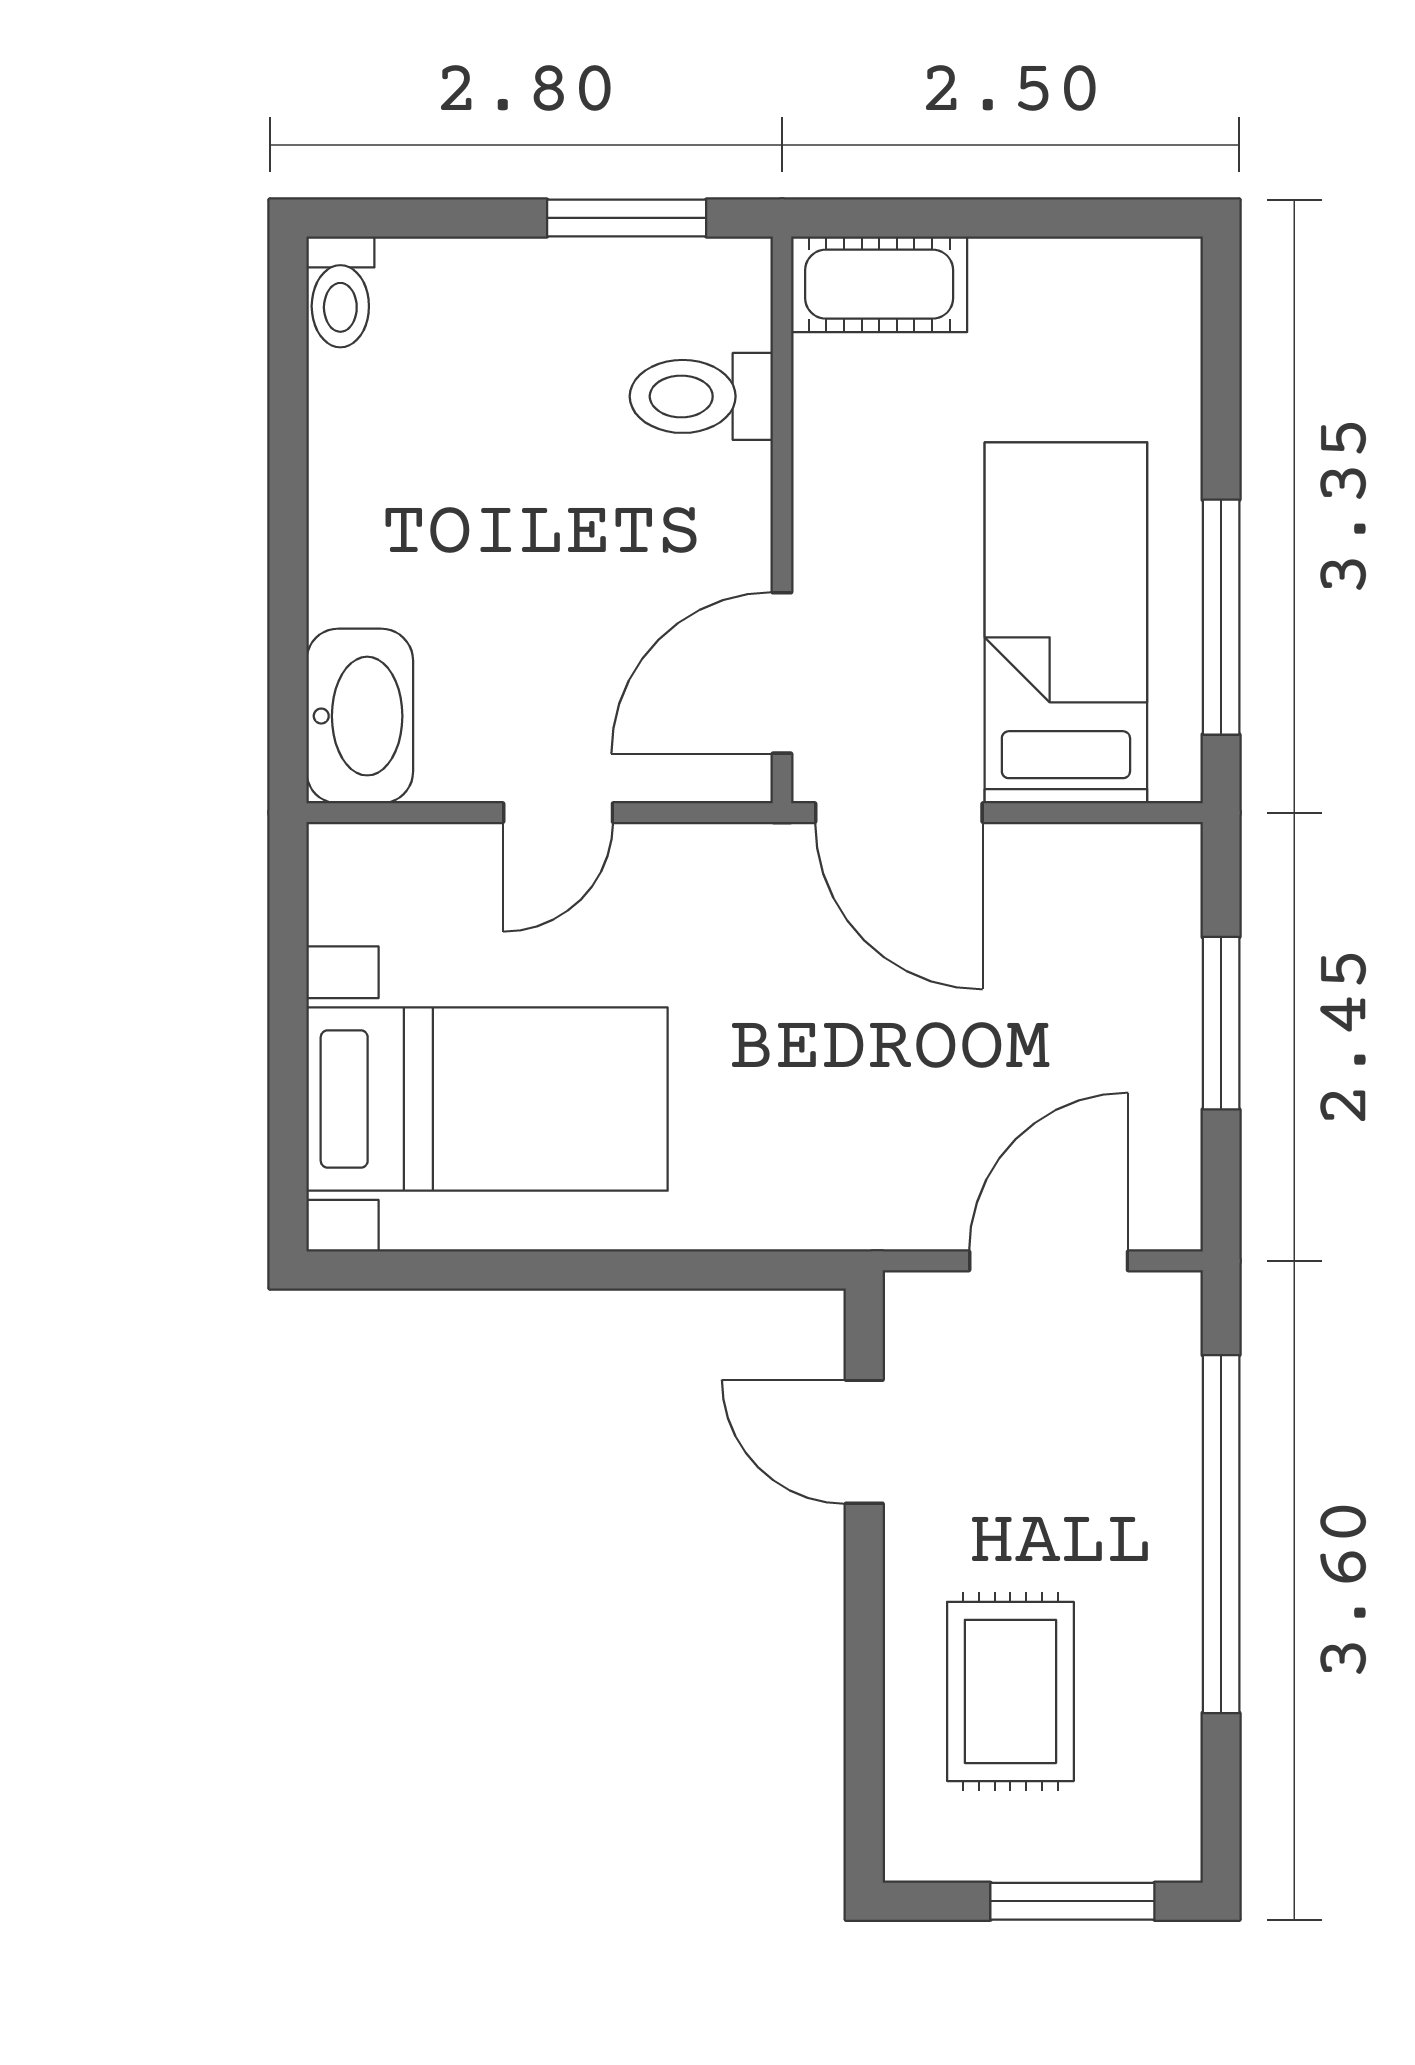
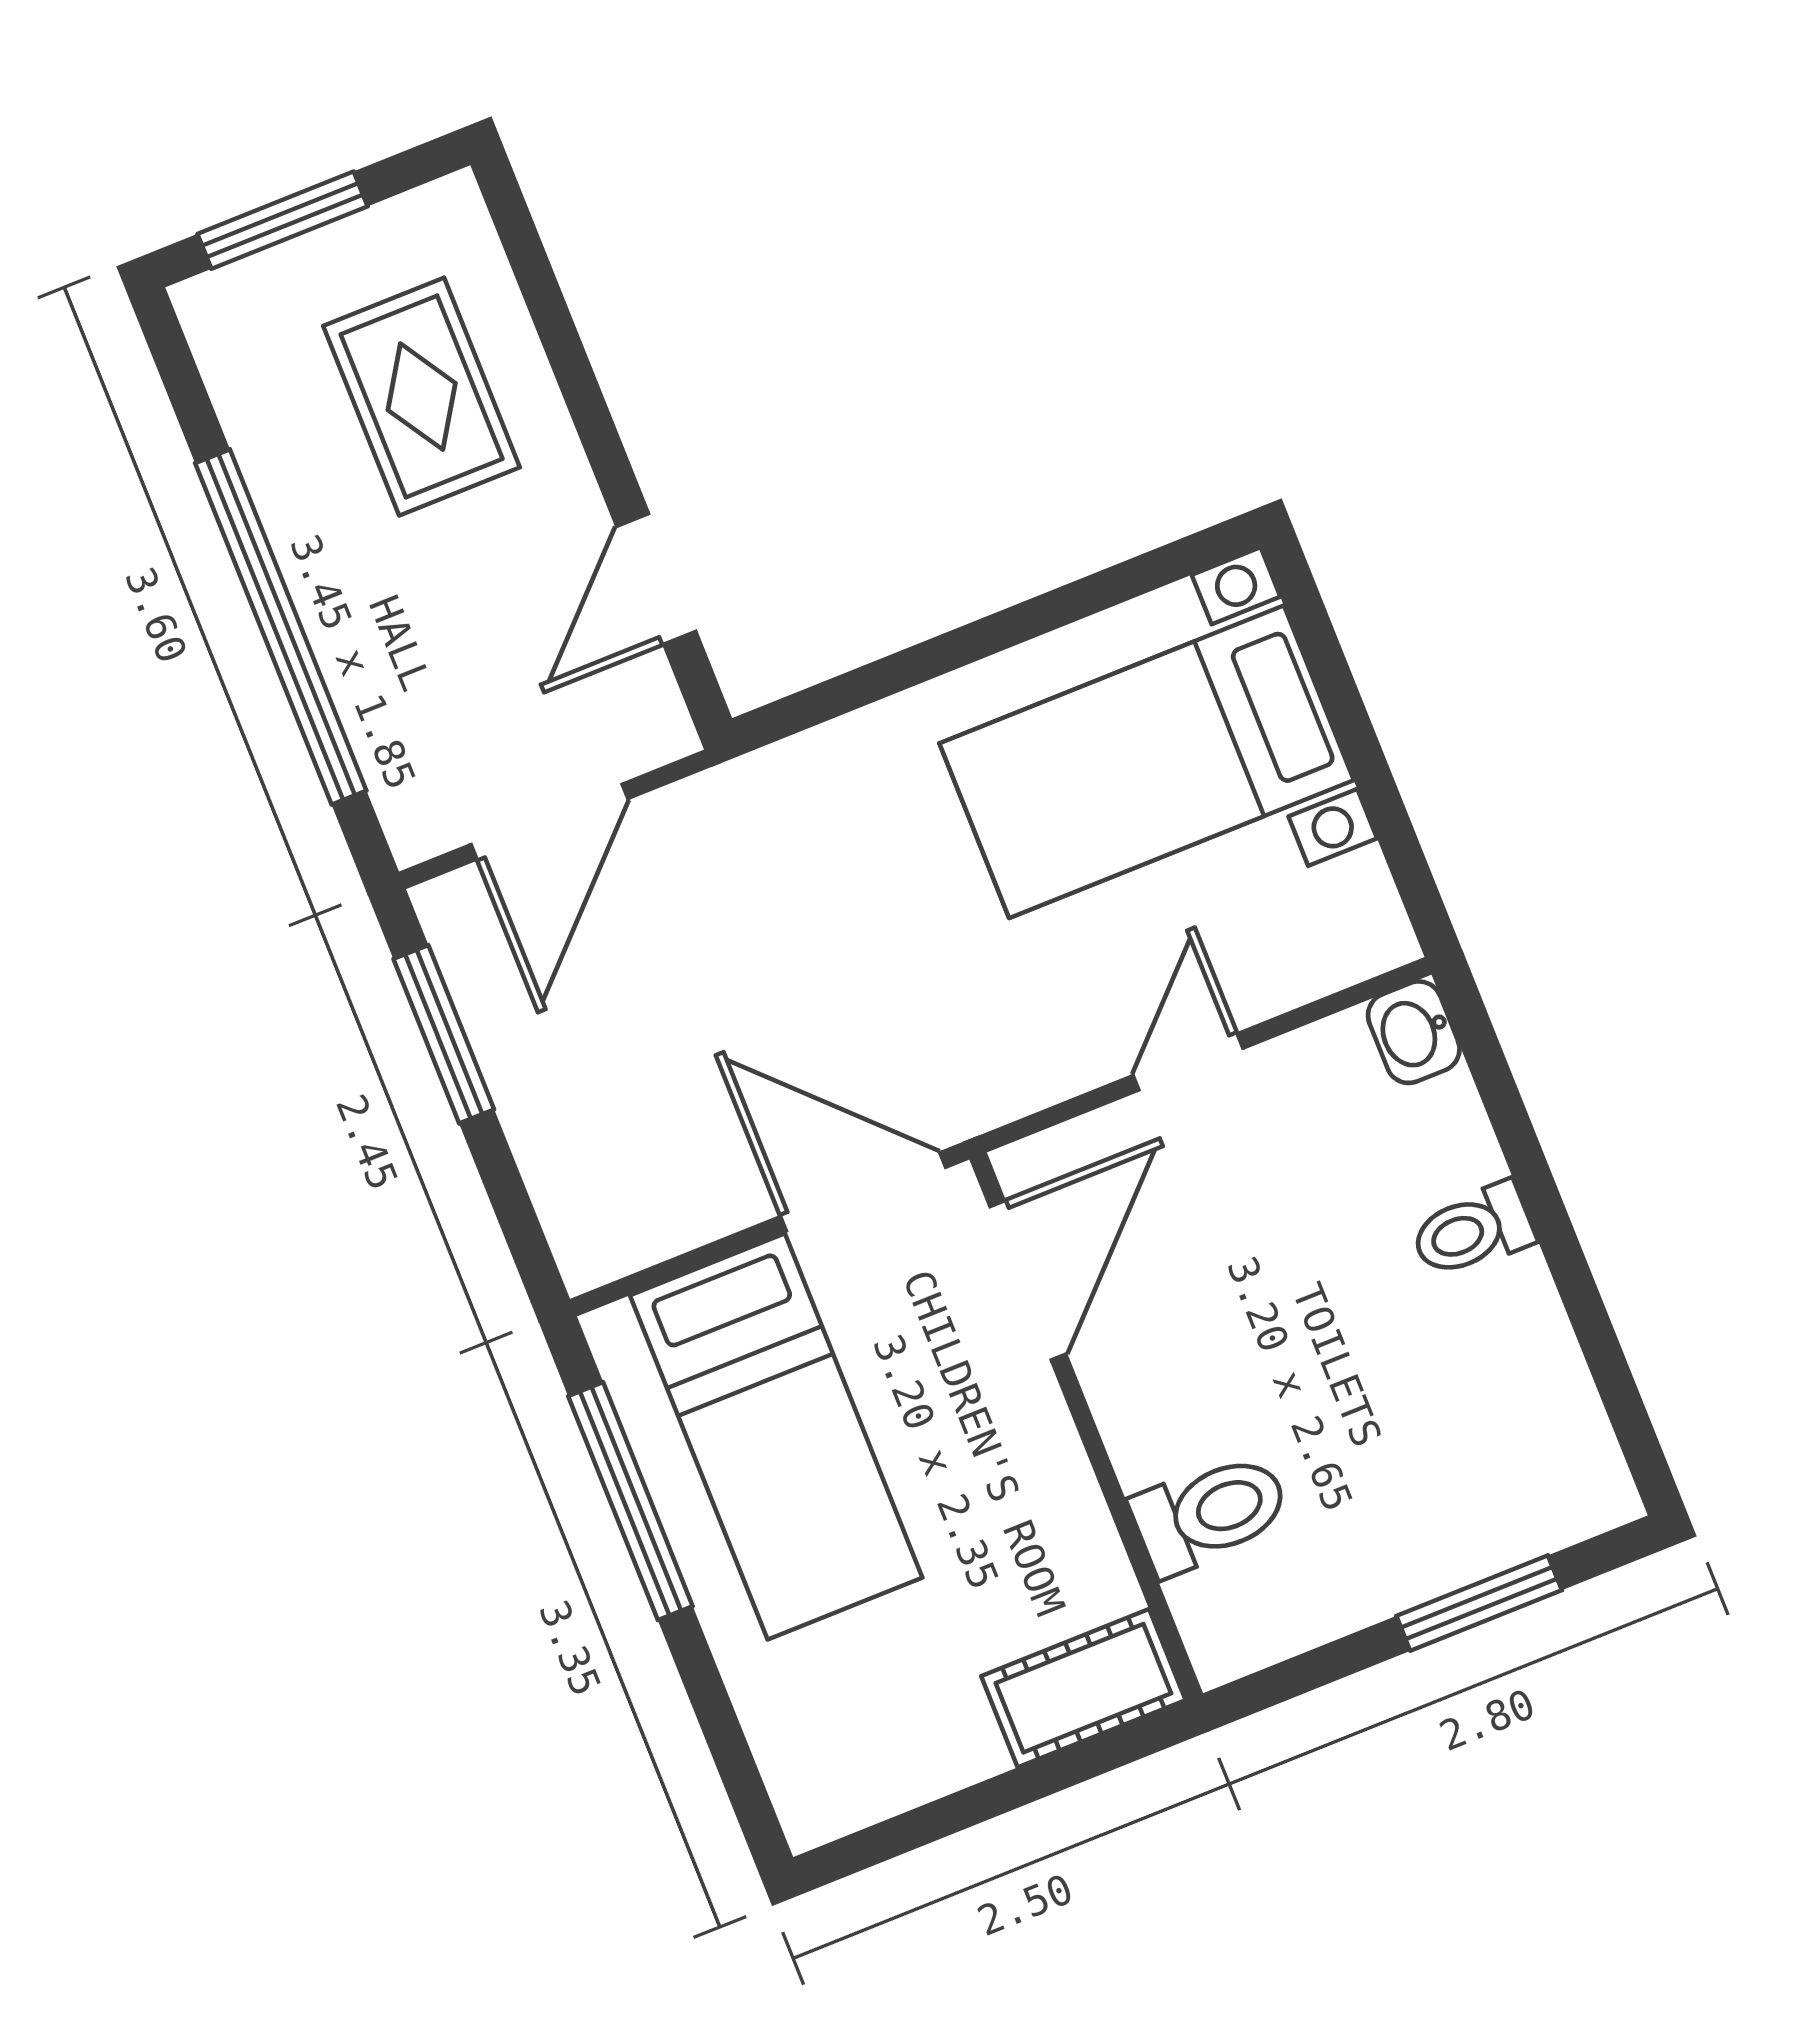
window: (627, 218) -> (1479, 1603), moved
toilet: (340, 292) -> (1472, 1230), moved, turned -90
washbasin: (360, 716) -> (1414, 1032), width x0.52, depth x0.69
window: (1221, 1023) -> (444, 1034), moved
door: (864, 1442) -> (656, 579), swing flipped

